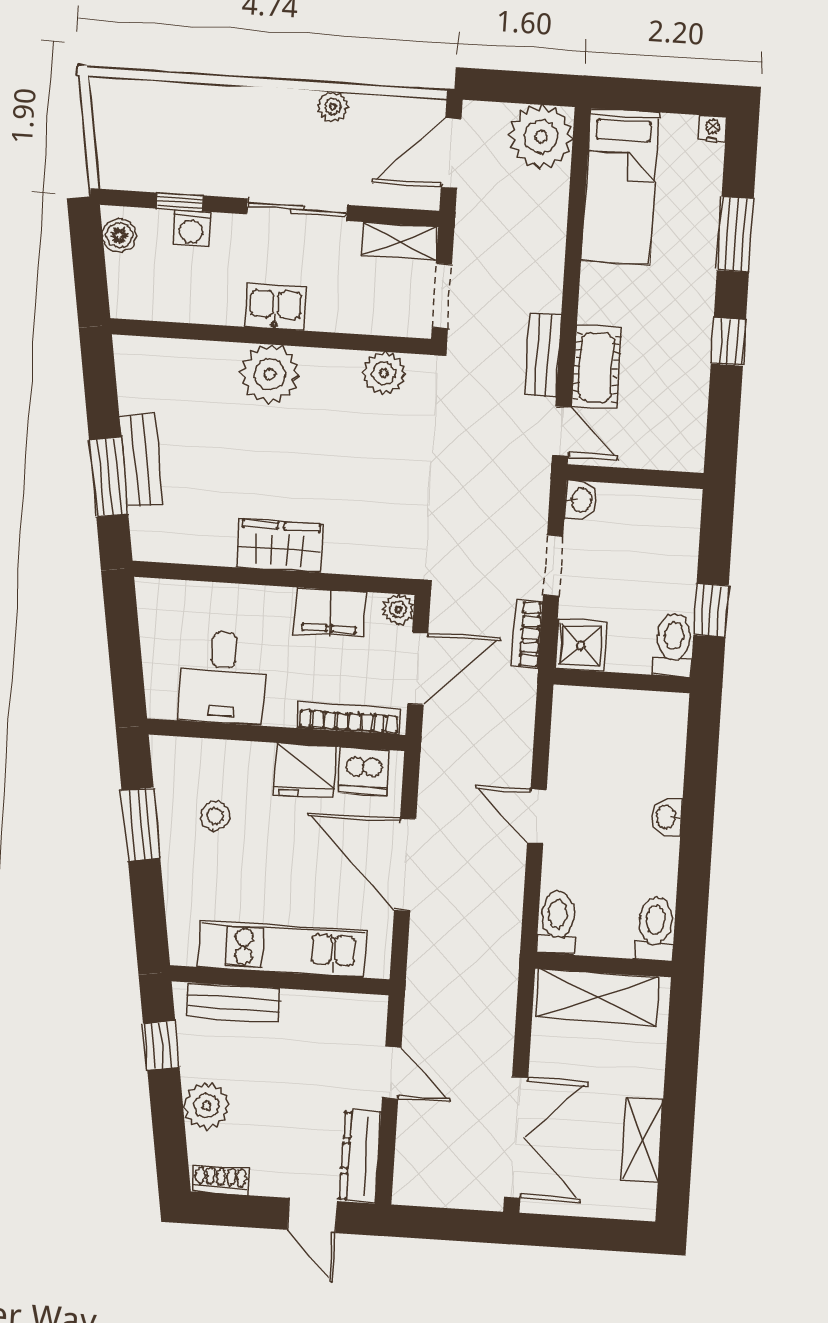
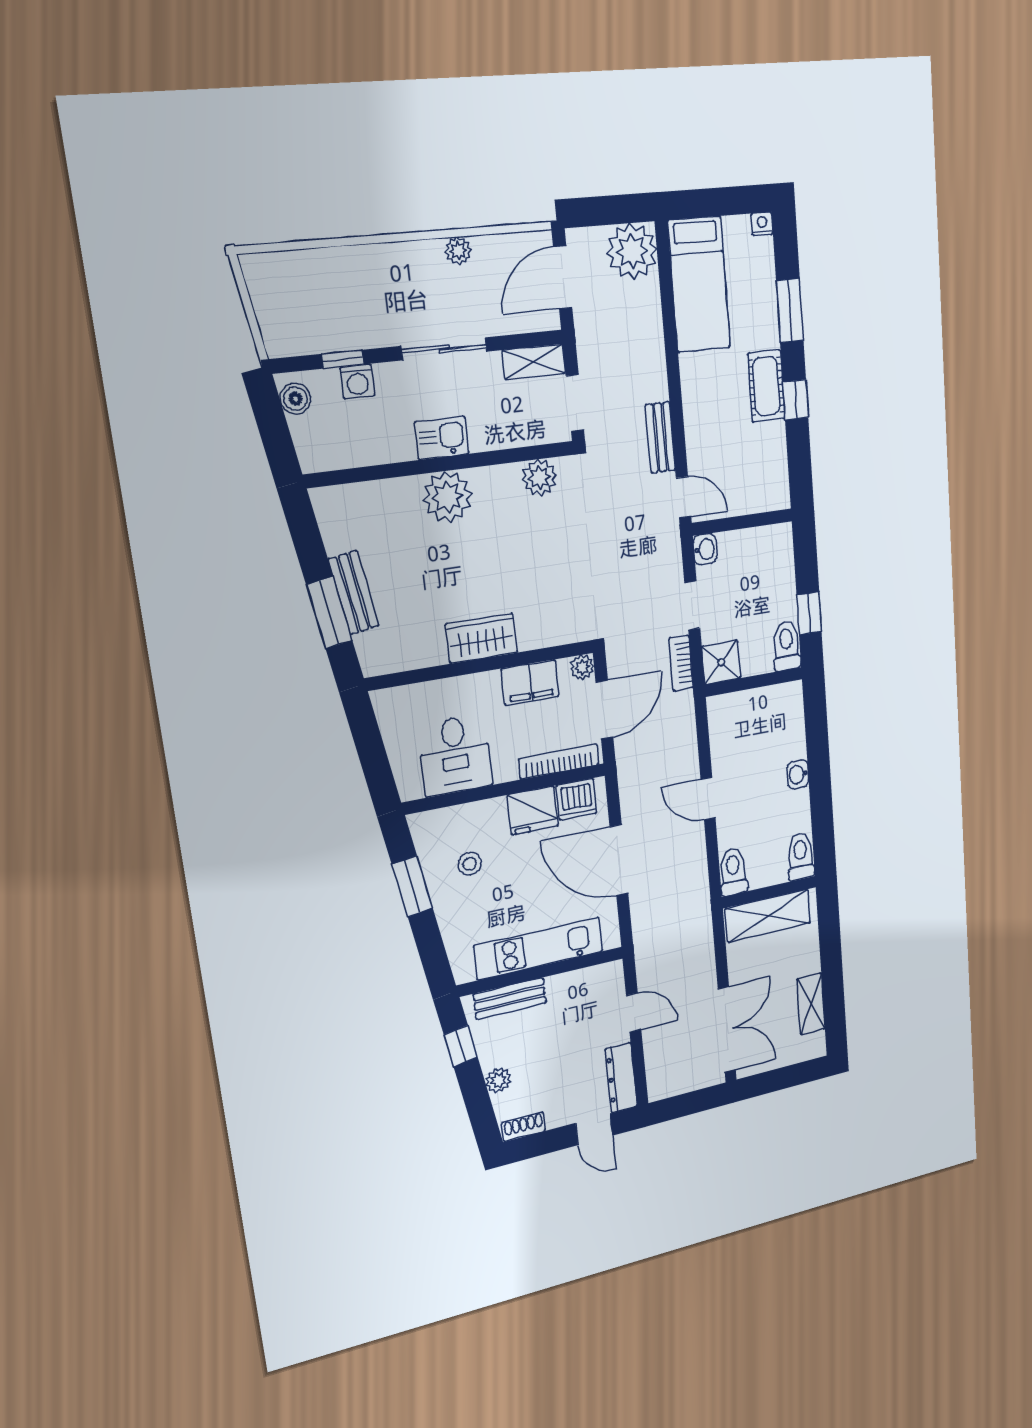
cot: (596, 367) -> (766, 386), moved
plant: (206, 1106) -> (498, 1080), width x0.73, depth x0.73

